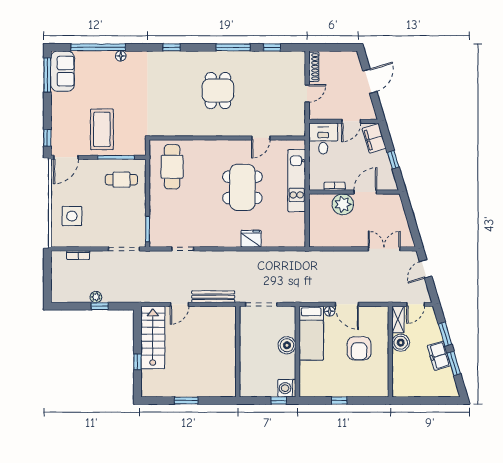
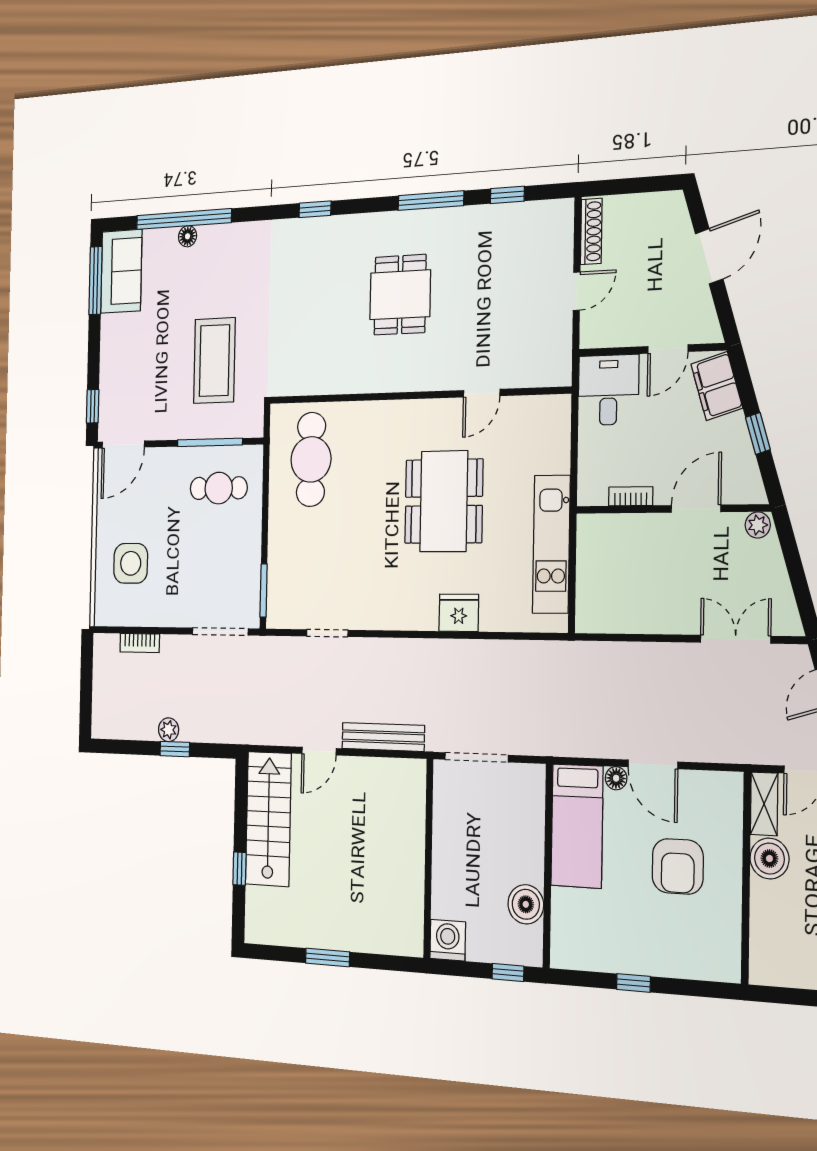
floor lamp: (121, 56) -> (188, 236), moved
coffee table: (102, 129) -> (214, 361), moved
kitchen unit: (297, 181) -> (551, 544), moved
plant: (343, 204) -> (758, 525), moved, width x0.53, depth x0.53
boiler: (287, 345) -> (526, 904), moved
washing machine: (287, 388) -> (448, 940), moved, turned 90

